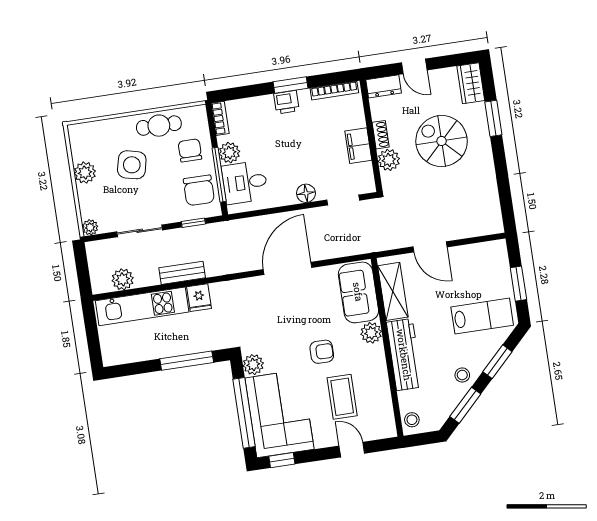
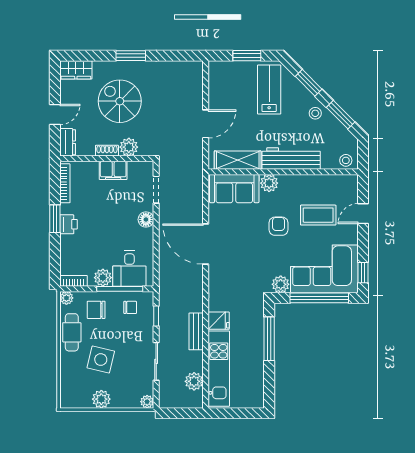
plant: (199, 113) -> (66, 298), added
window: (493, 118) -> (131, 56), moved
spiral stairs: (442, 141) -> (120, 101), turned 90
chair: (199, 190) -> (130, 307), width x0.54, depth x0.54

